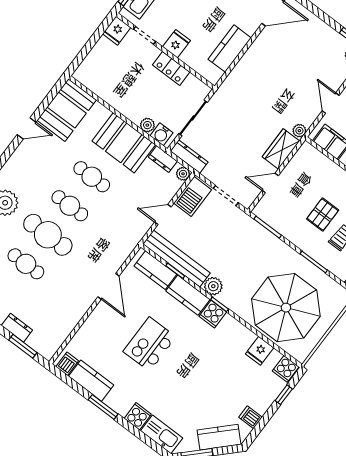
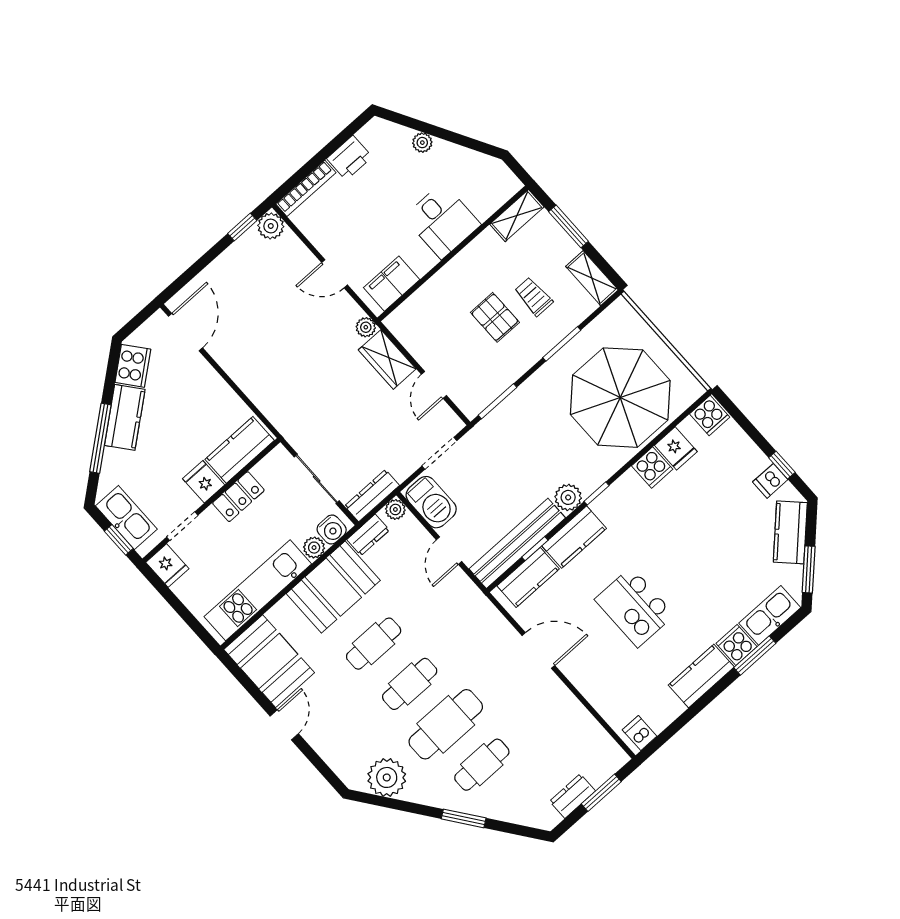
kitchen counter: (230, 49) -> (240, 450), moved, turned 90
kitchen unit: (112, 94) -> (258, 590), added
cooker: (213, 314) -> (652, 467), moved
kitchen counter: (91, 381) -> (701, 676), moved
window: (284, 395) -> (782, 465), moved
window: (103, 407) -> (755, 656), moved

